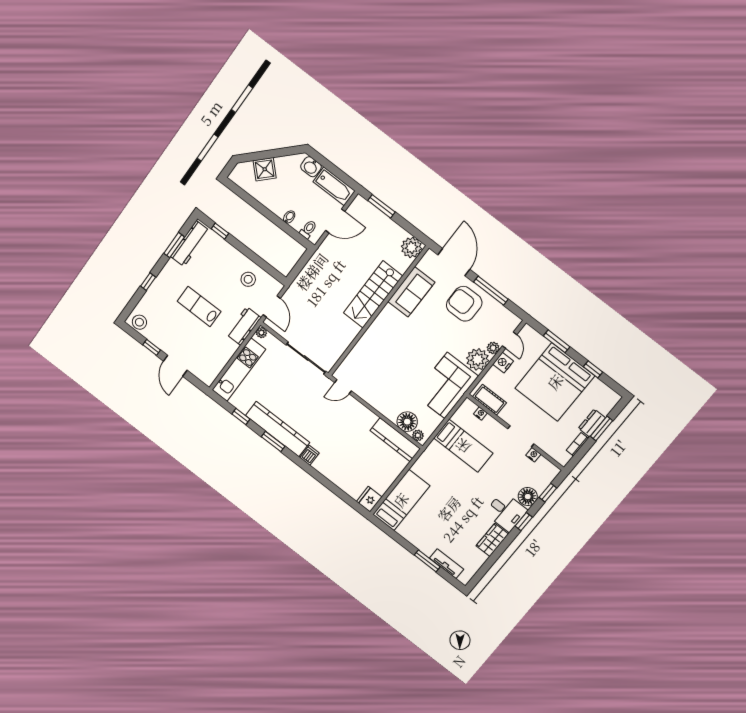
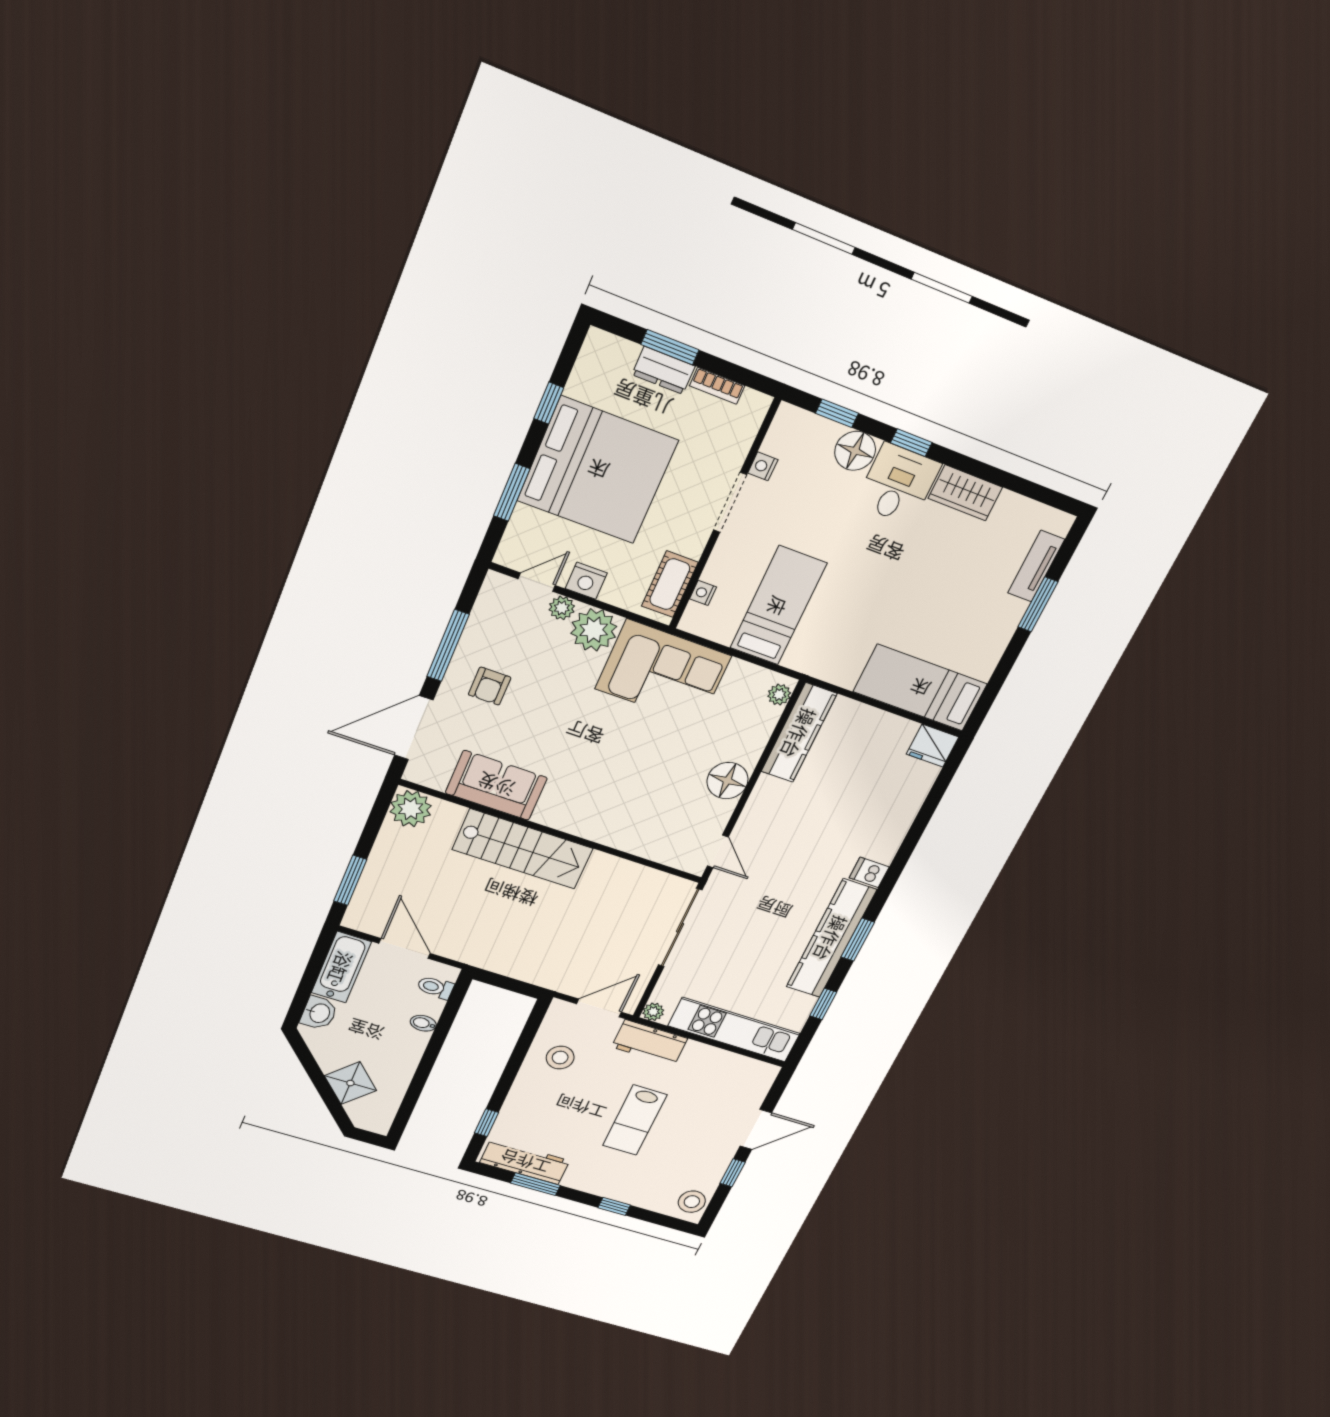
armchair: (464, 304) -> (490, 686), width x0.53, depth x0.53
floor lamp: (407, 422) -> (727, 781), moved

